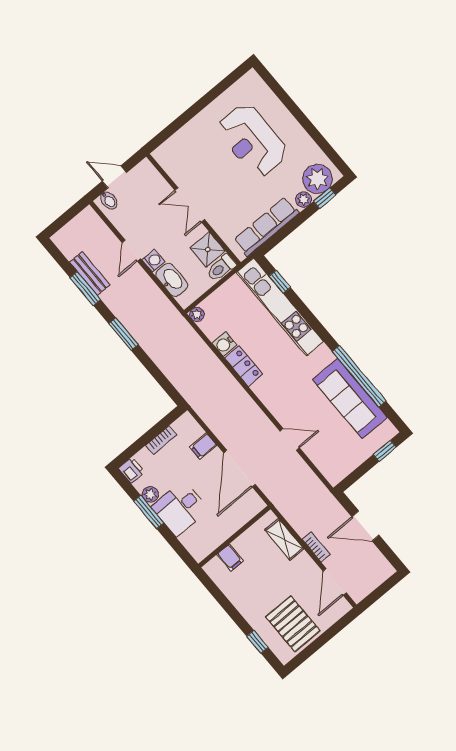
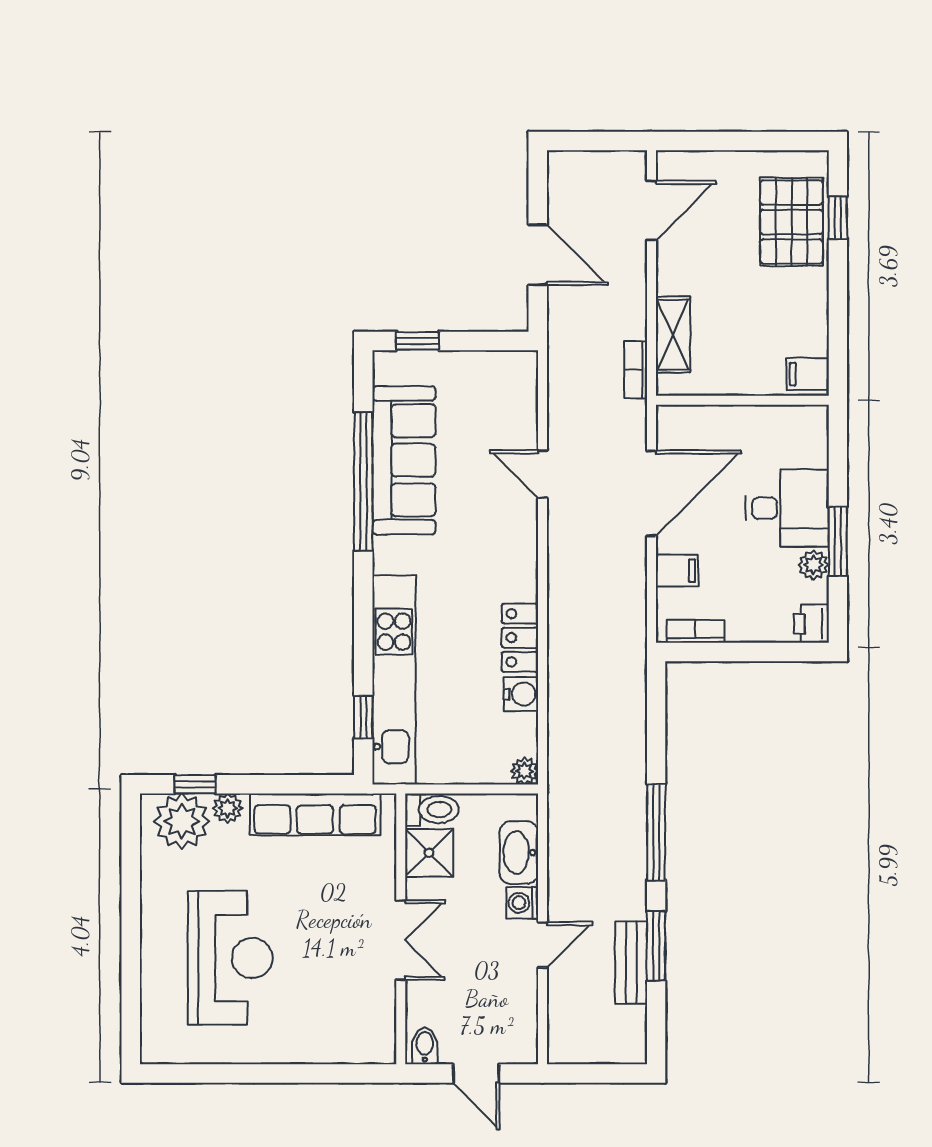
bidet: (109, 200) -> (425, 1046), moved
window: (124, 334) -> (656, 832), width x1.44
bookcase: (161, 440) -> (695, 631), moved
bookcase: (316, 547) -> (636, 370), moved
filing cabinet: (230, 558) -> (808, 374), moved, turned -90
pallet: (293, 624) -> (791, 222), moved

